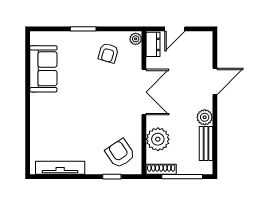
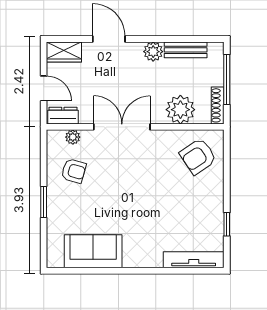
plant: (136, 39) -> (73, 137), moved
wardrobe: (204, 45) -> (64, 52), added
tv unit: (60, 168) -> (194, 260), moved, turned 90
window: (112, 177) -> (227, 224), moved

